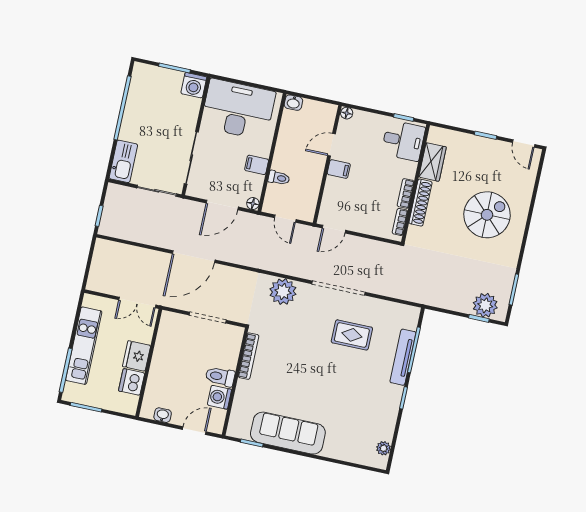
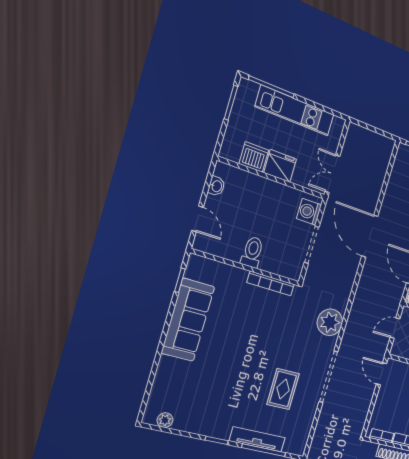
washing machine: (219, 397) -> (309, 212), moved, turned -90

